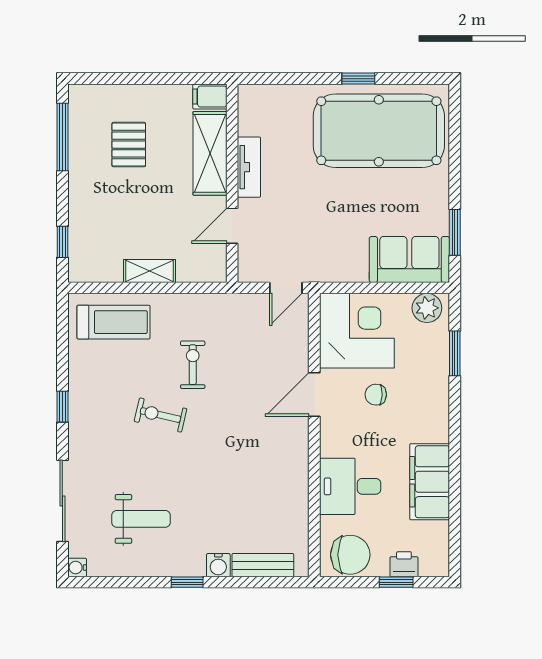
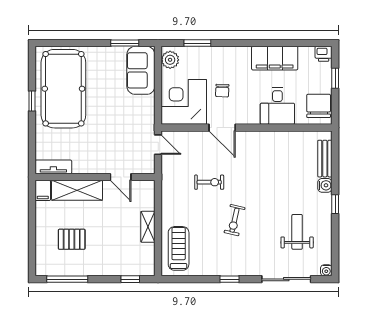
tv unit: (249, 167) -> (53, 167), moved
exercise bike: (193, 365) -> (209, 182), moved, turned 180
printer: (404, 564) -> (324, 54), moved, turned -90

